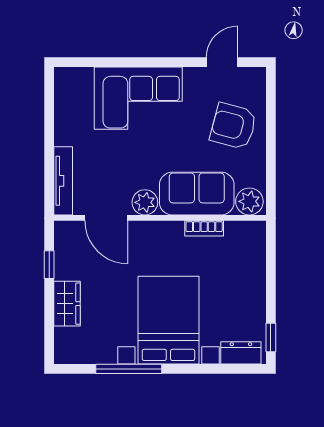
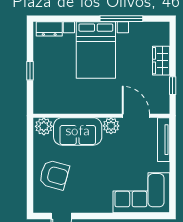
corner sofa: (138, 98) -> (141, 193), moved
bookcase: (204, 228) -> (73, 109), removed
window: (271, 337) -> (30, 71), moved

